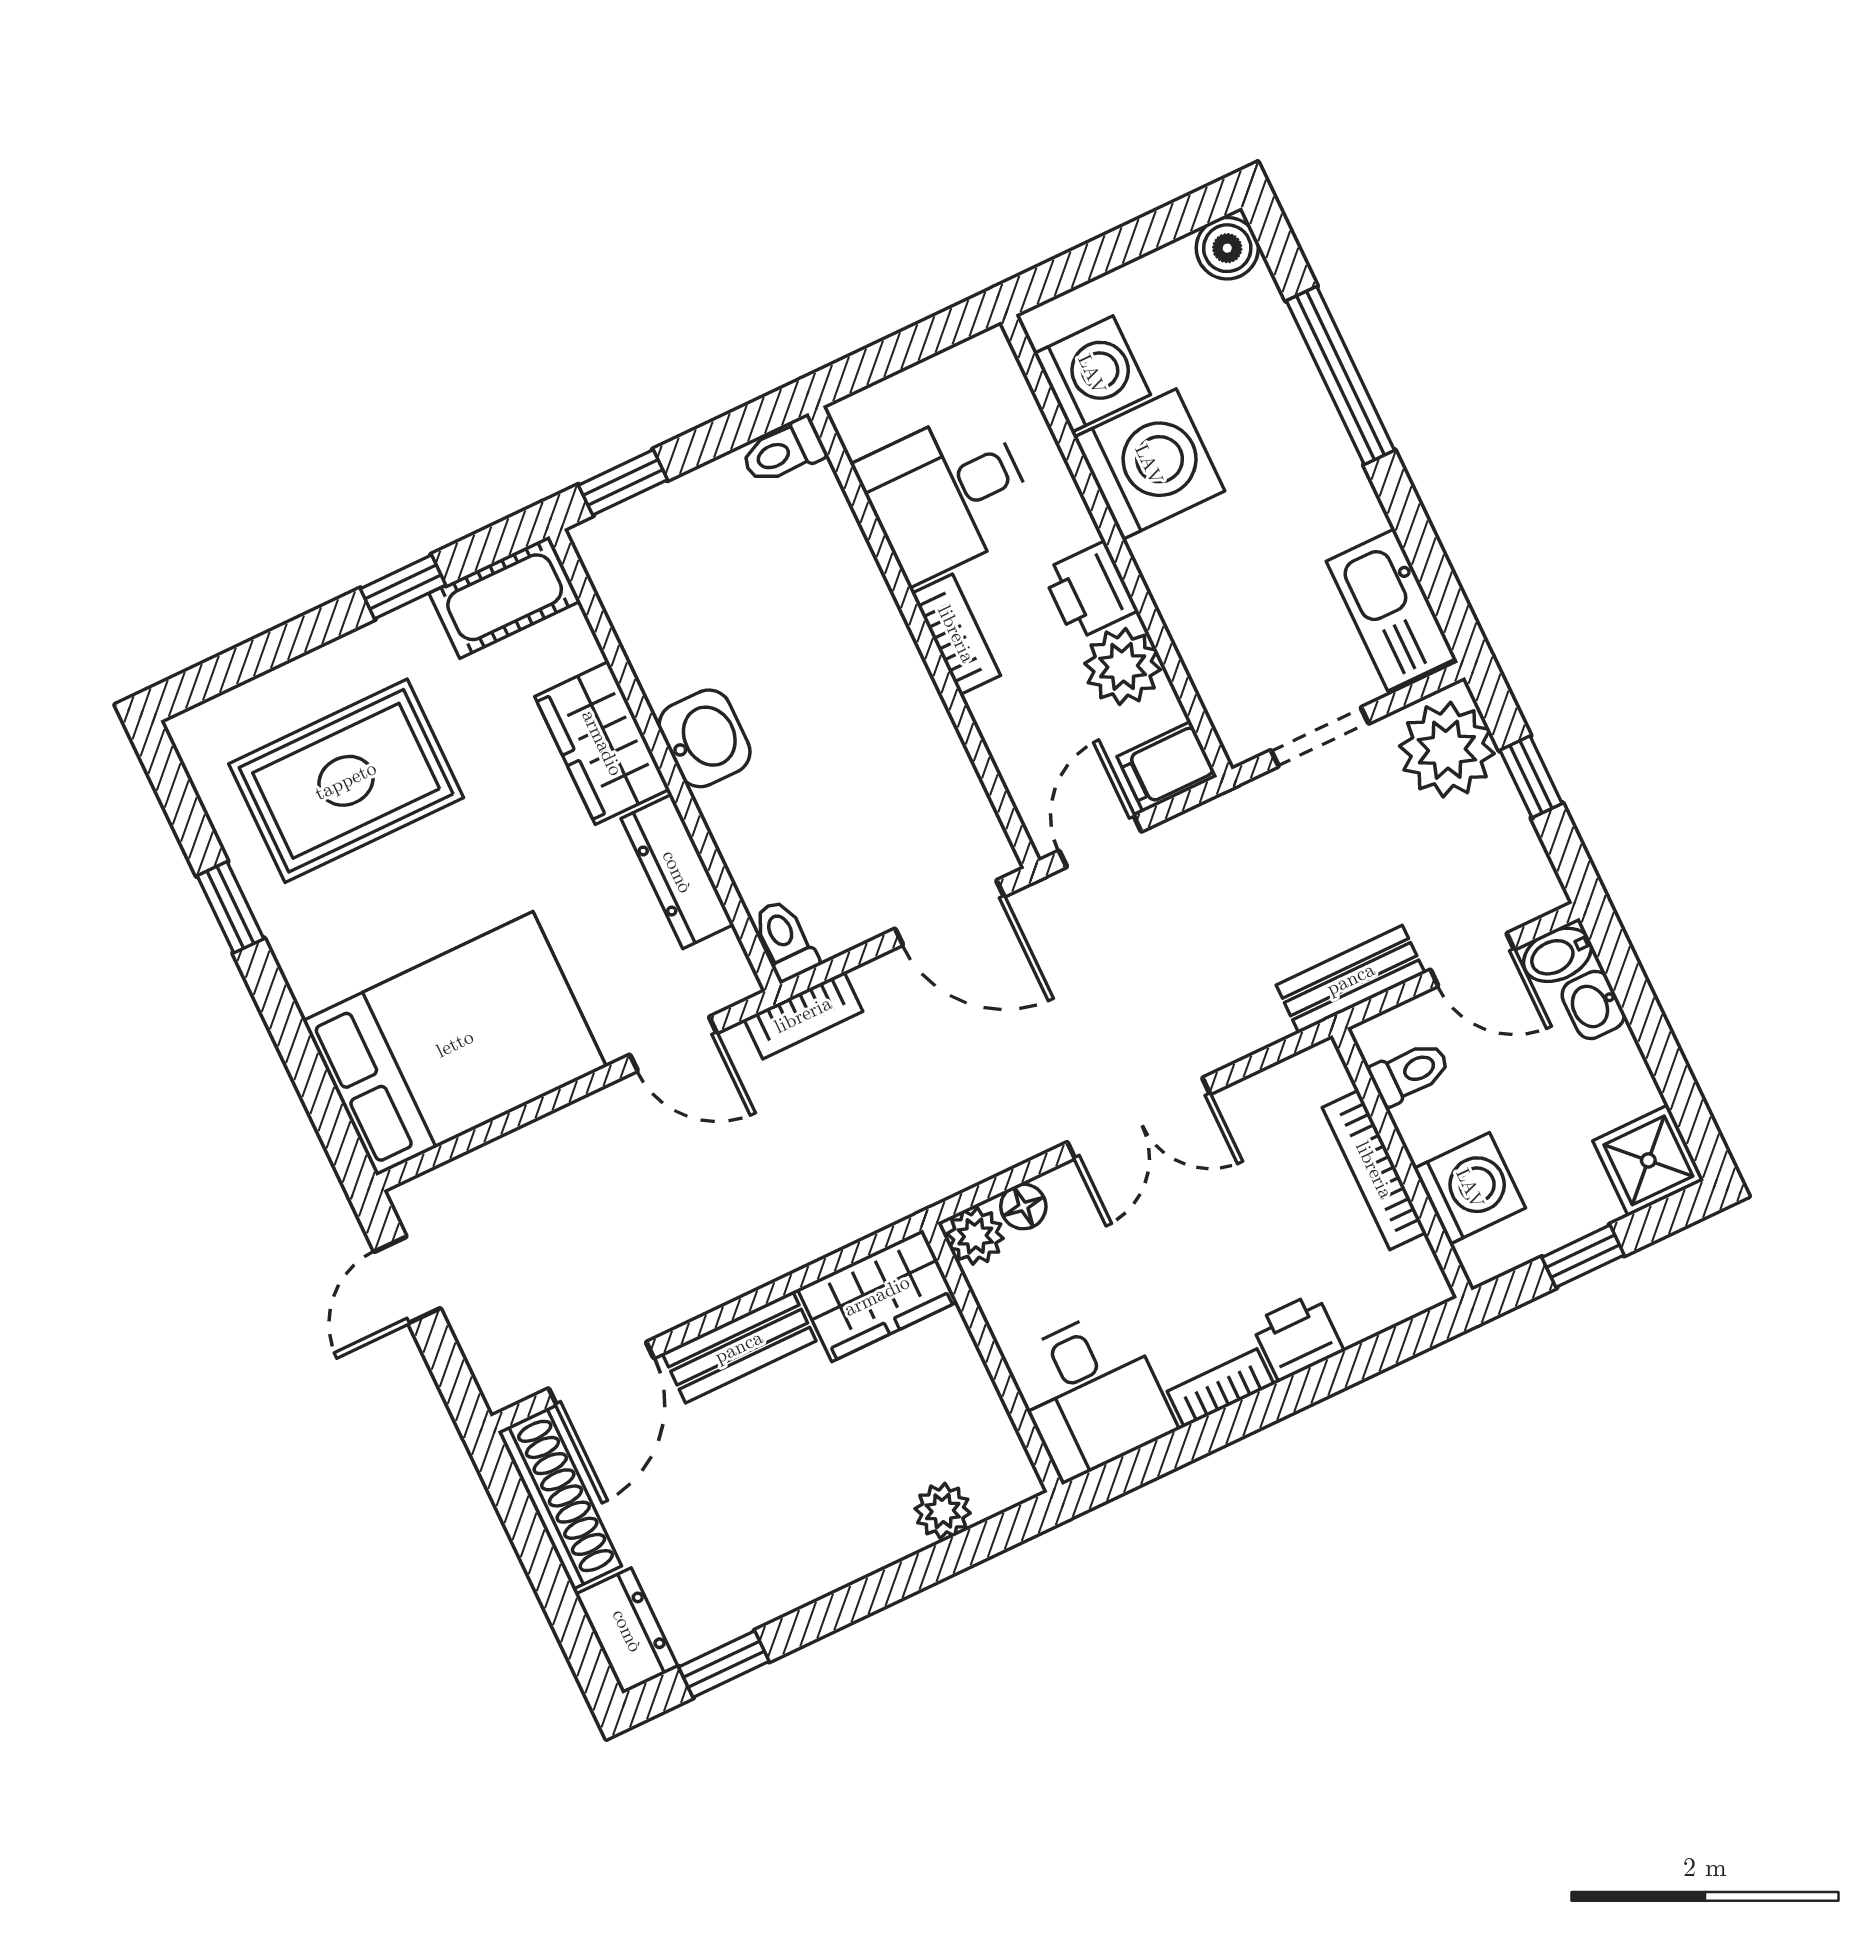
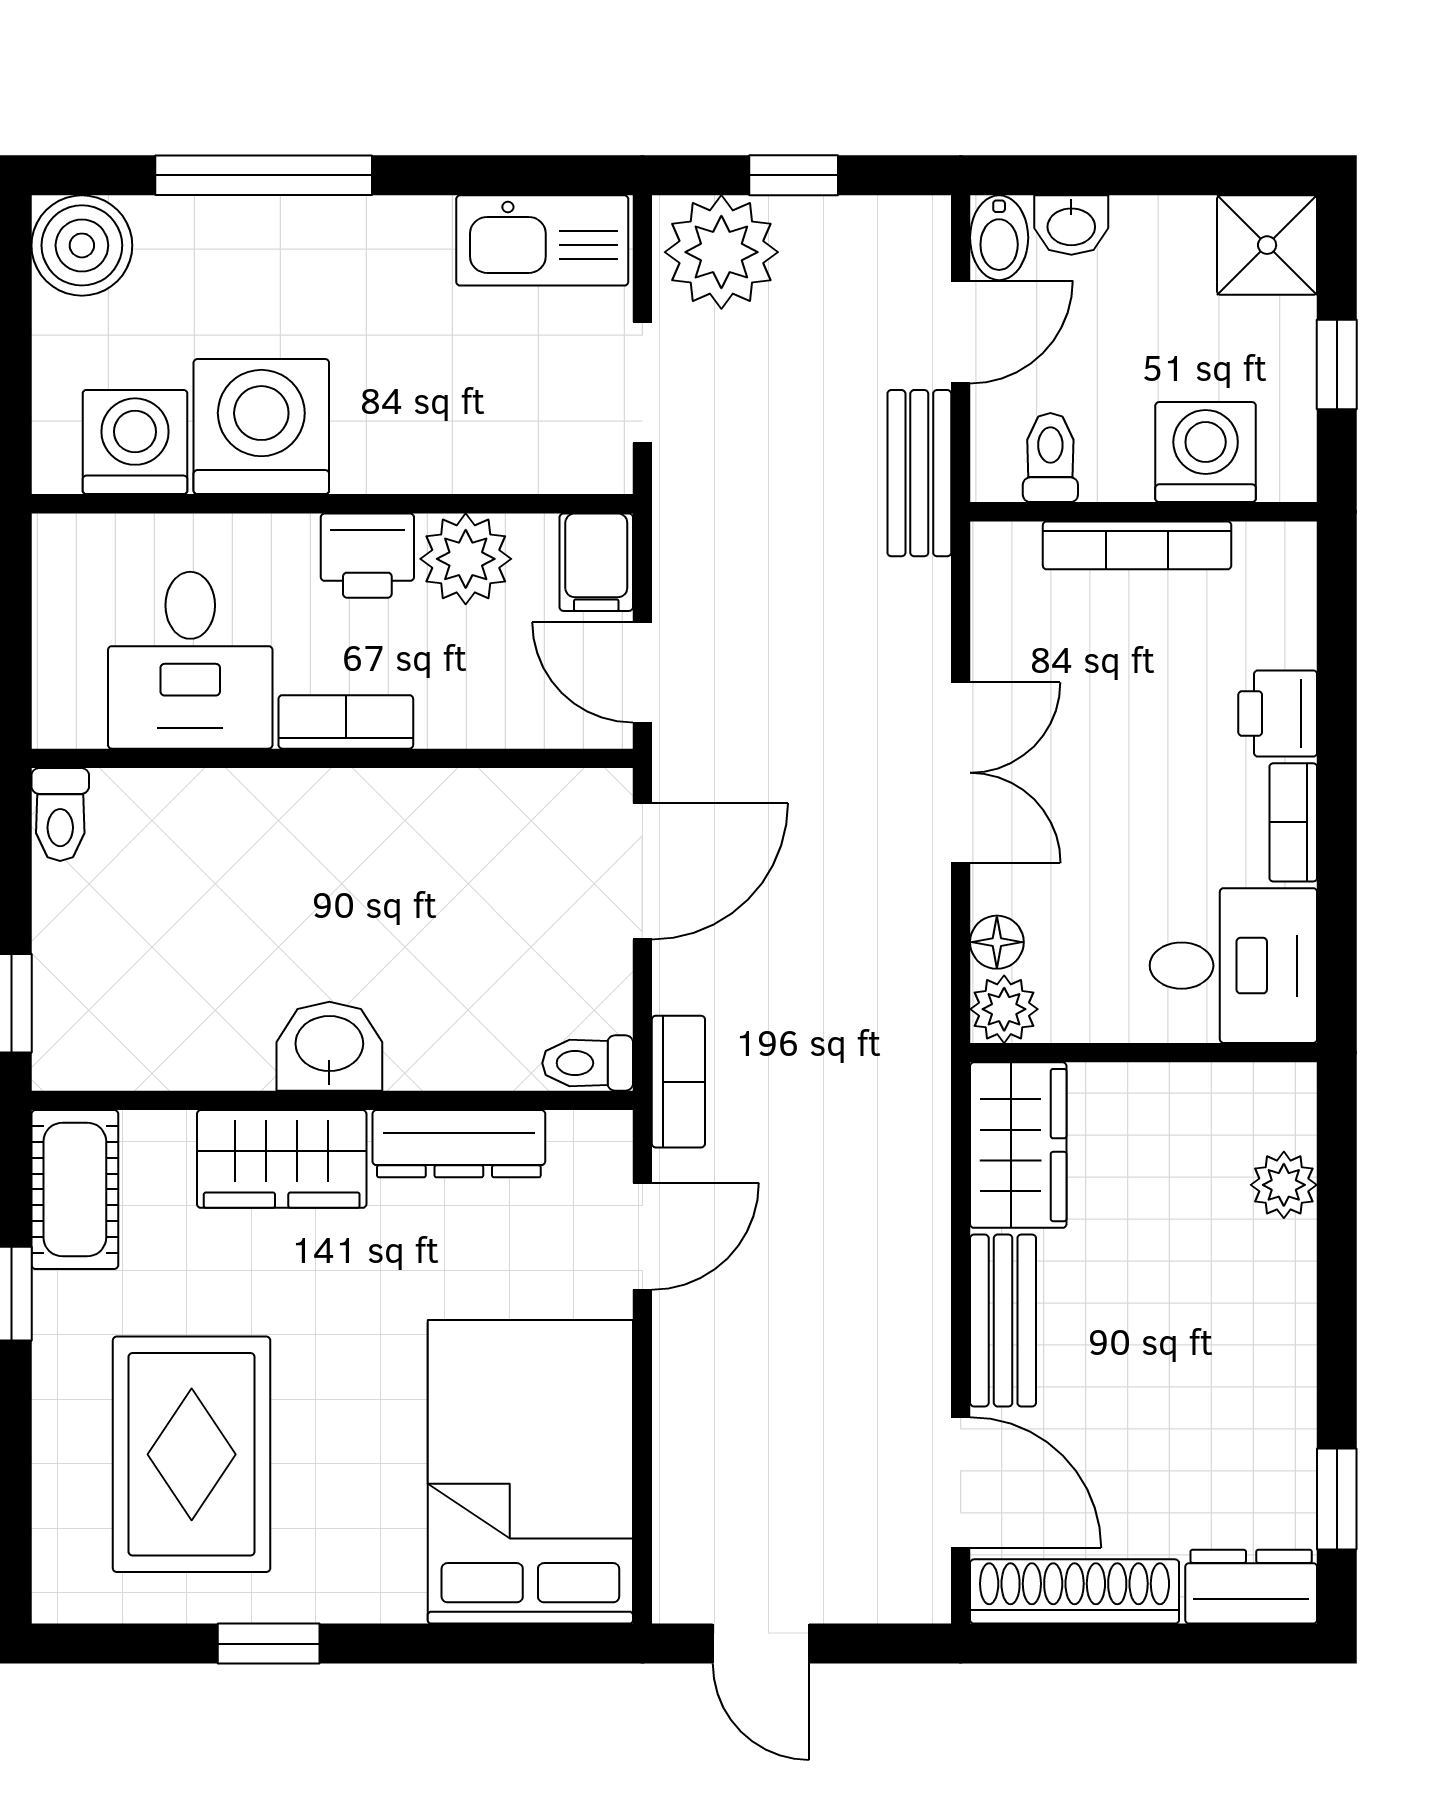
boiler: (1227, 248) -> (82, 245), width x1.36, depth x1.36

